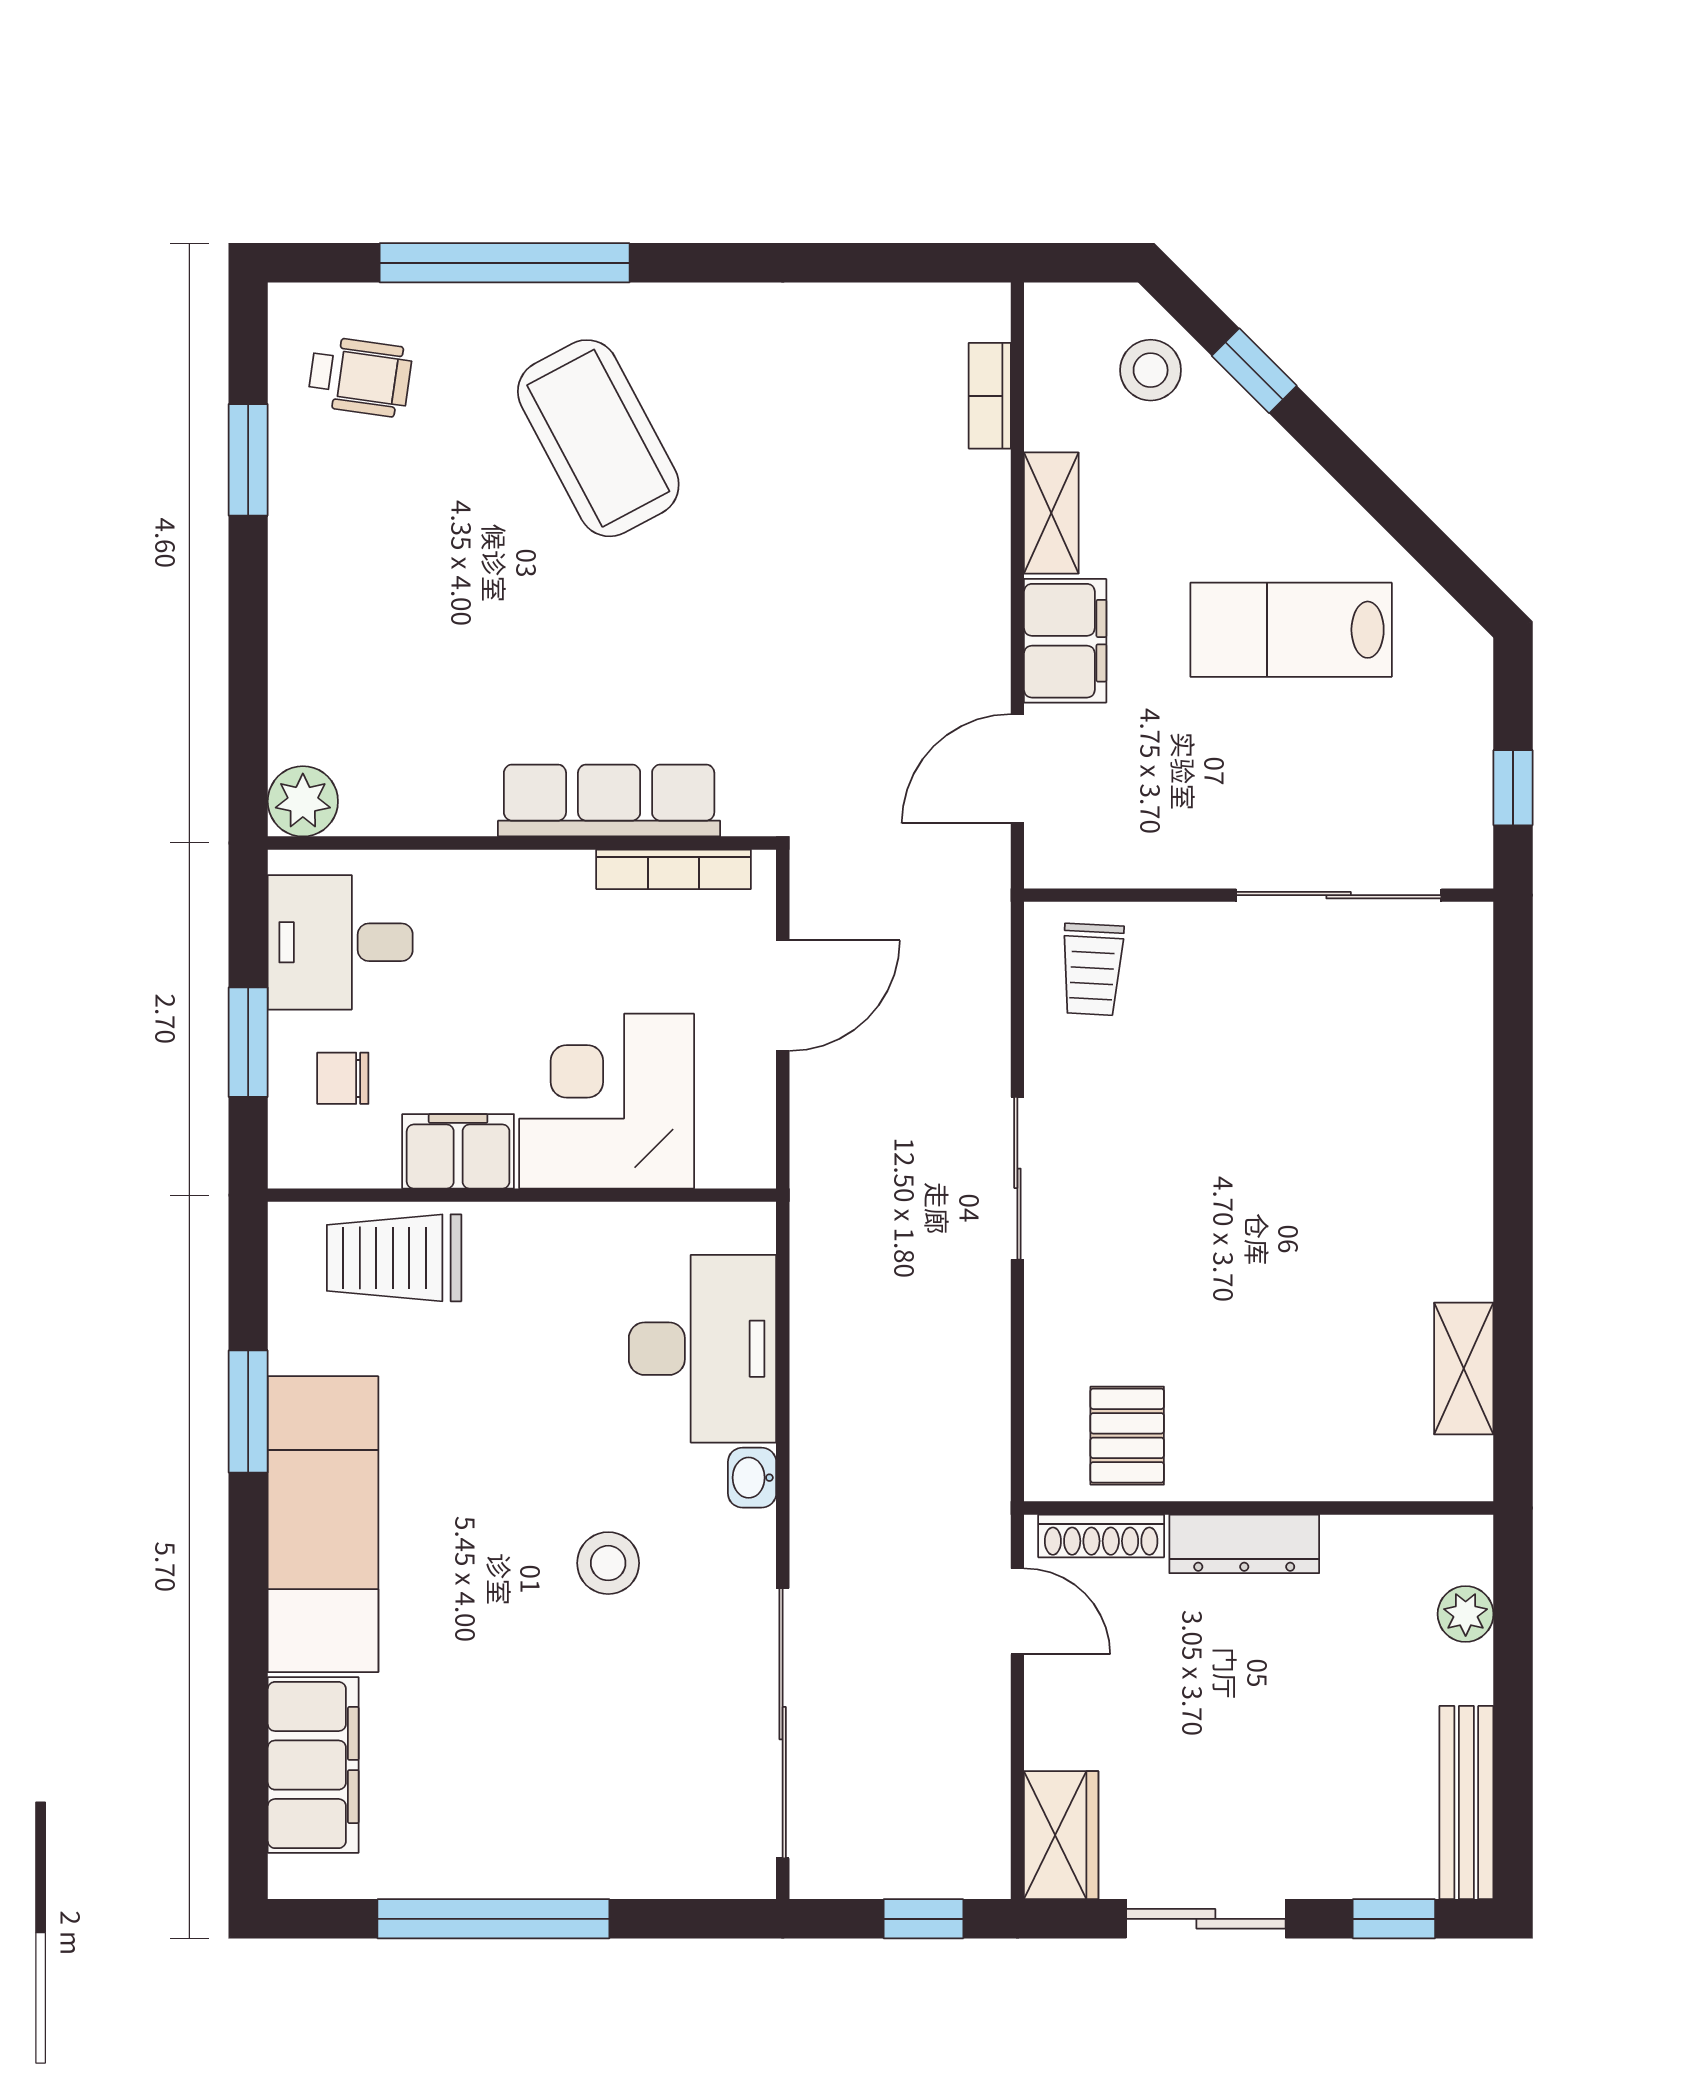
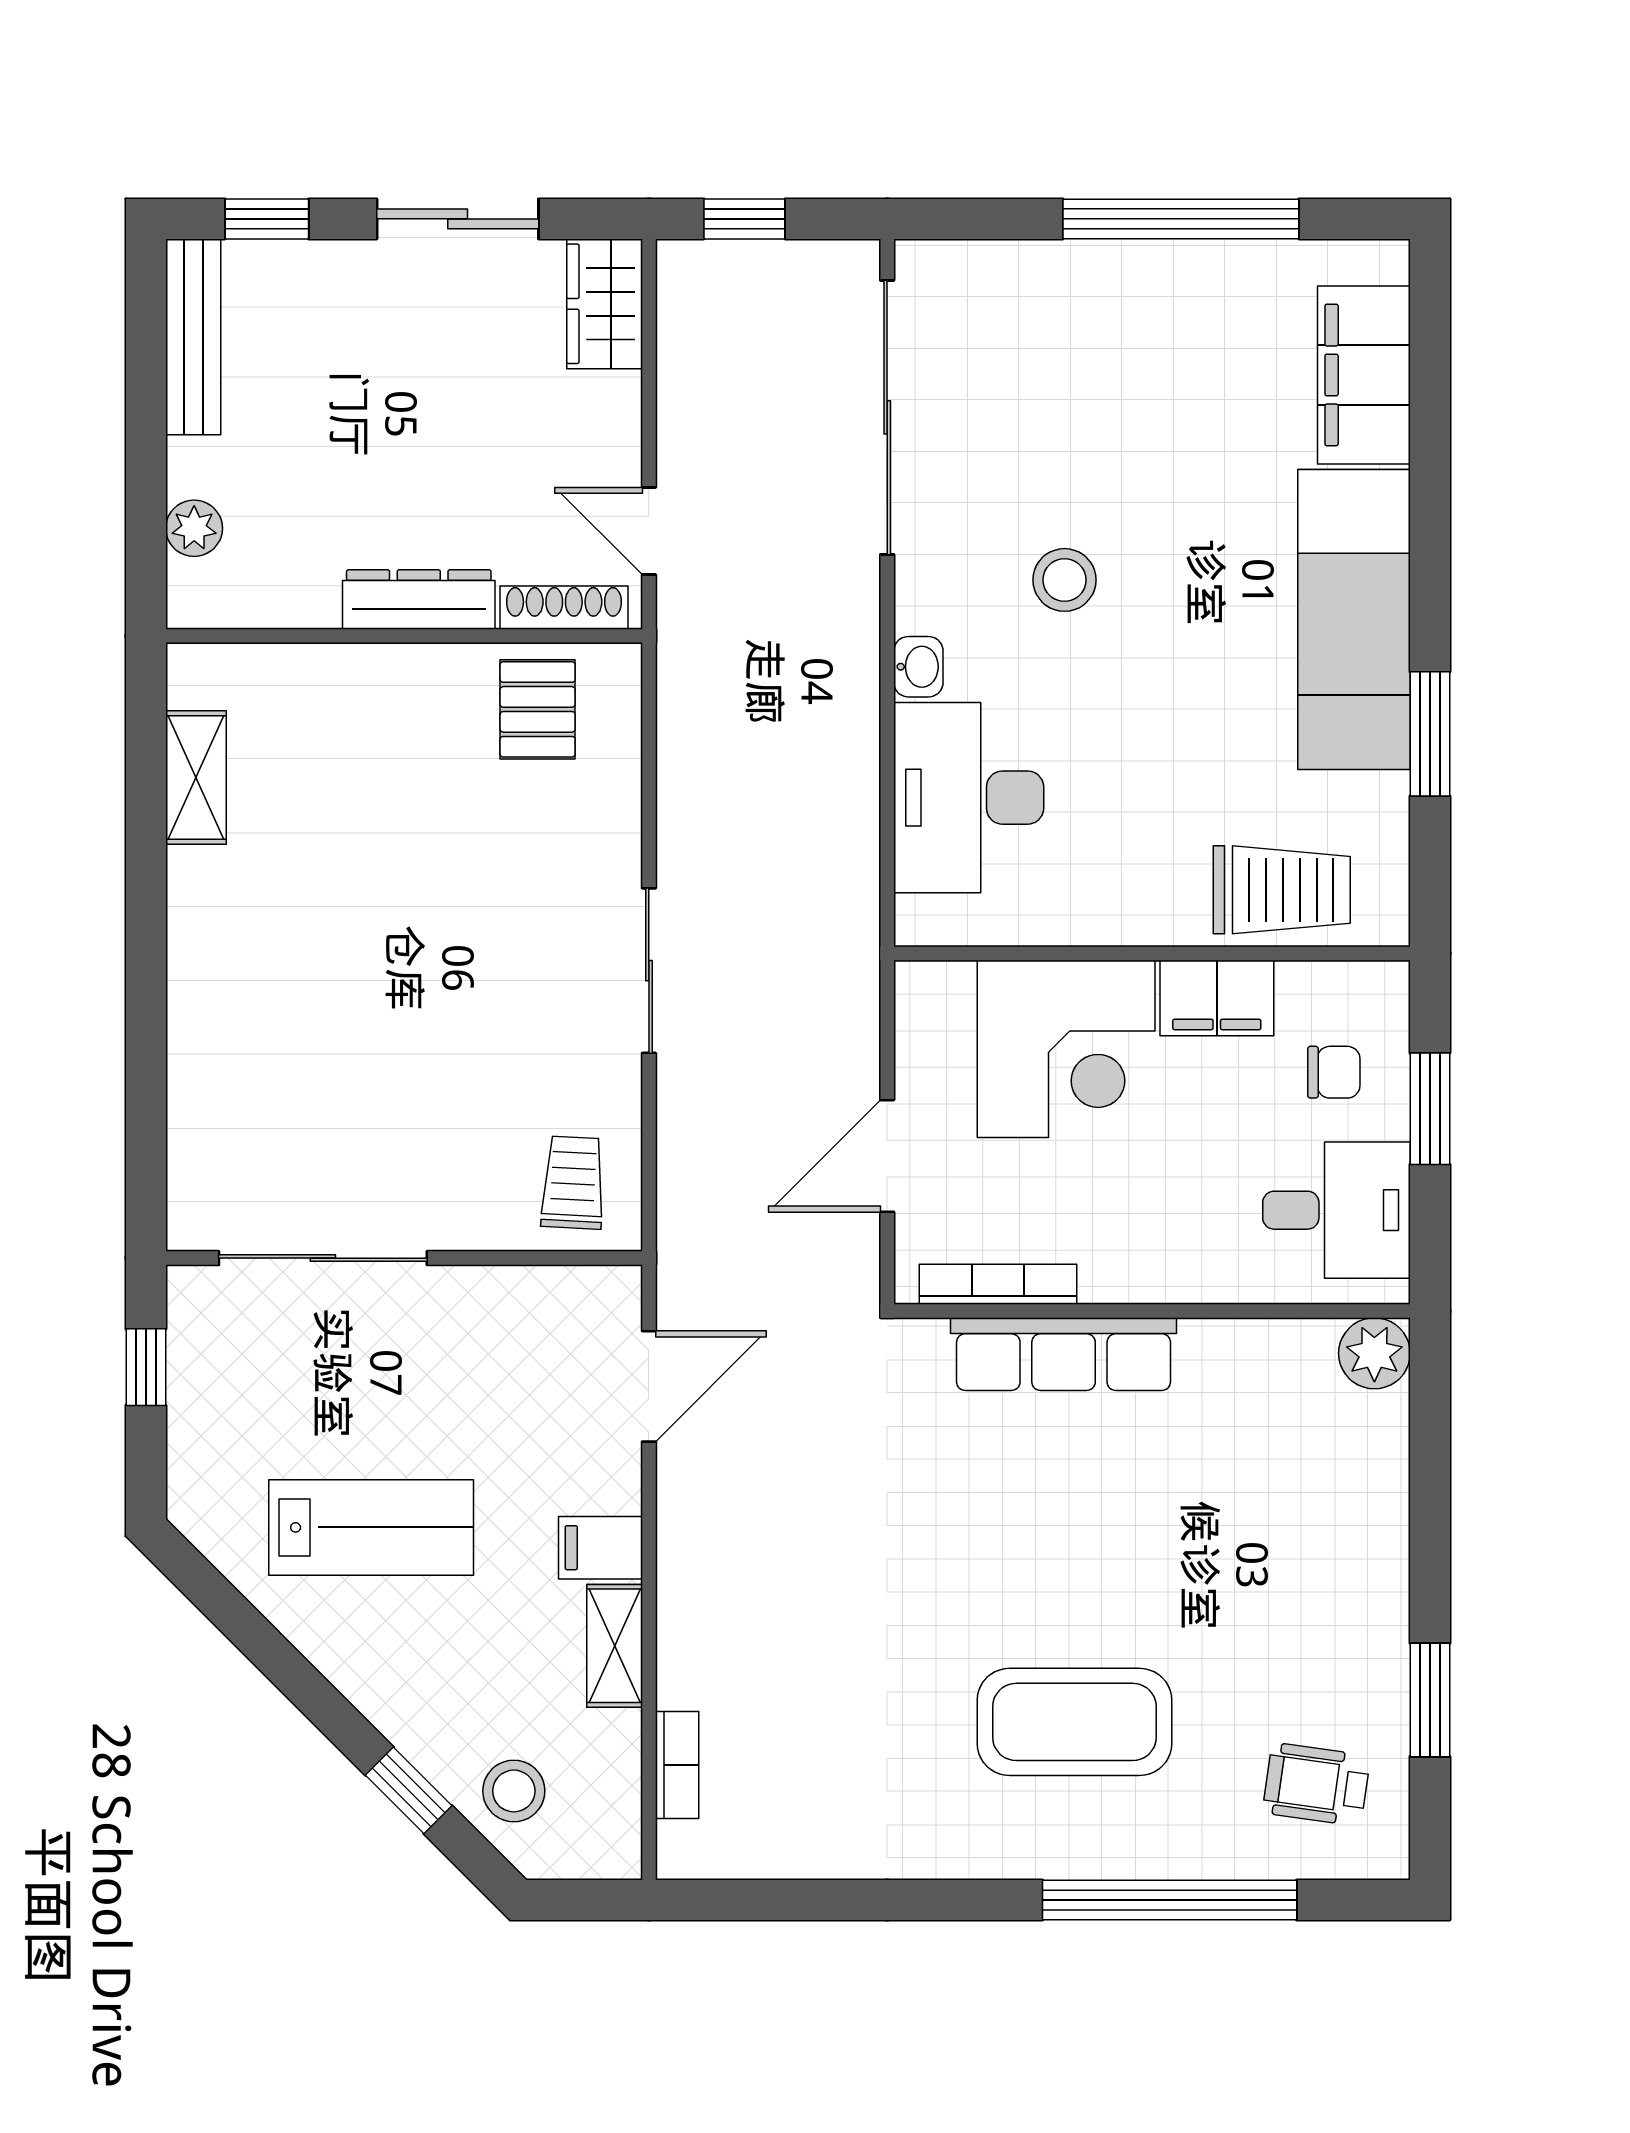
coffee table: (598, 438) -> (1074, 1722), turned -62
filing cabinet: (1065, 641) -> (601, 1548), width x0.50

